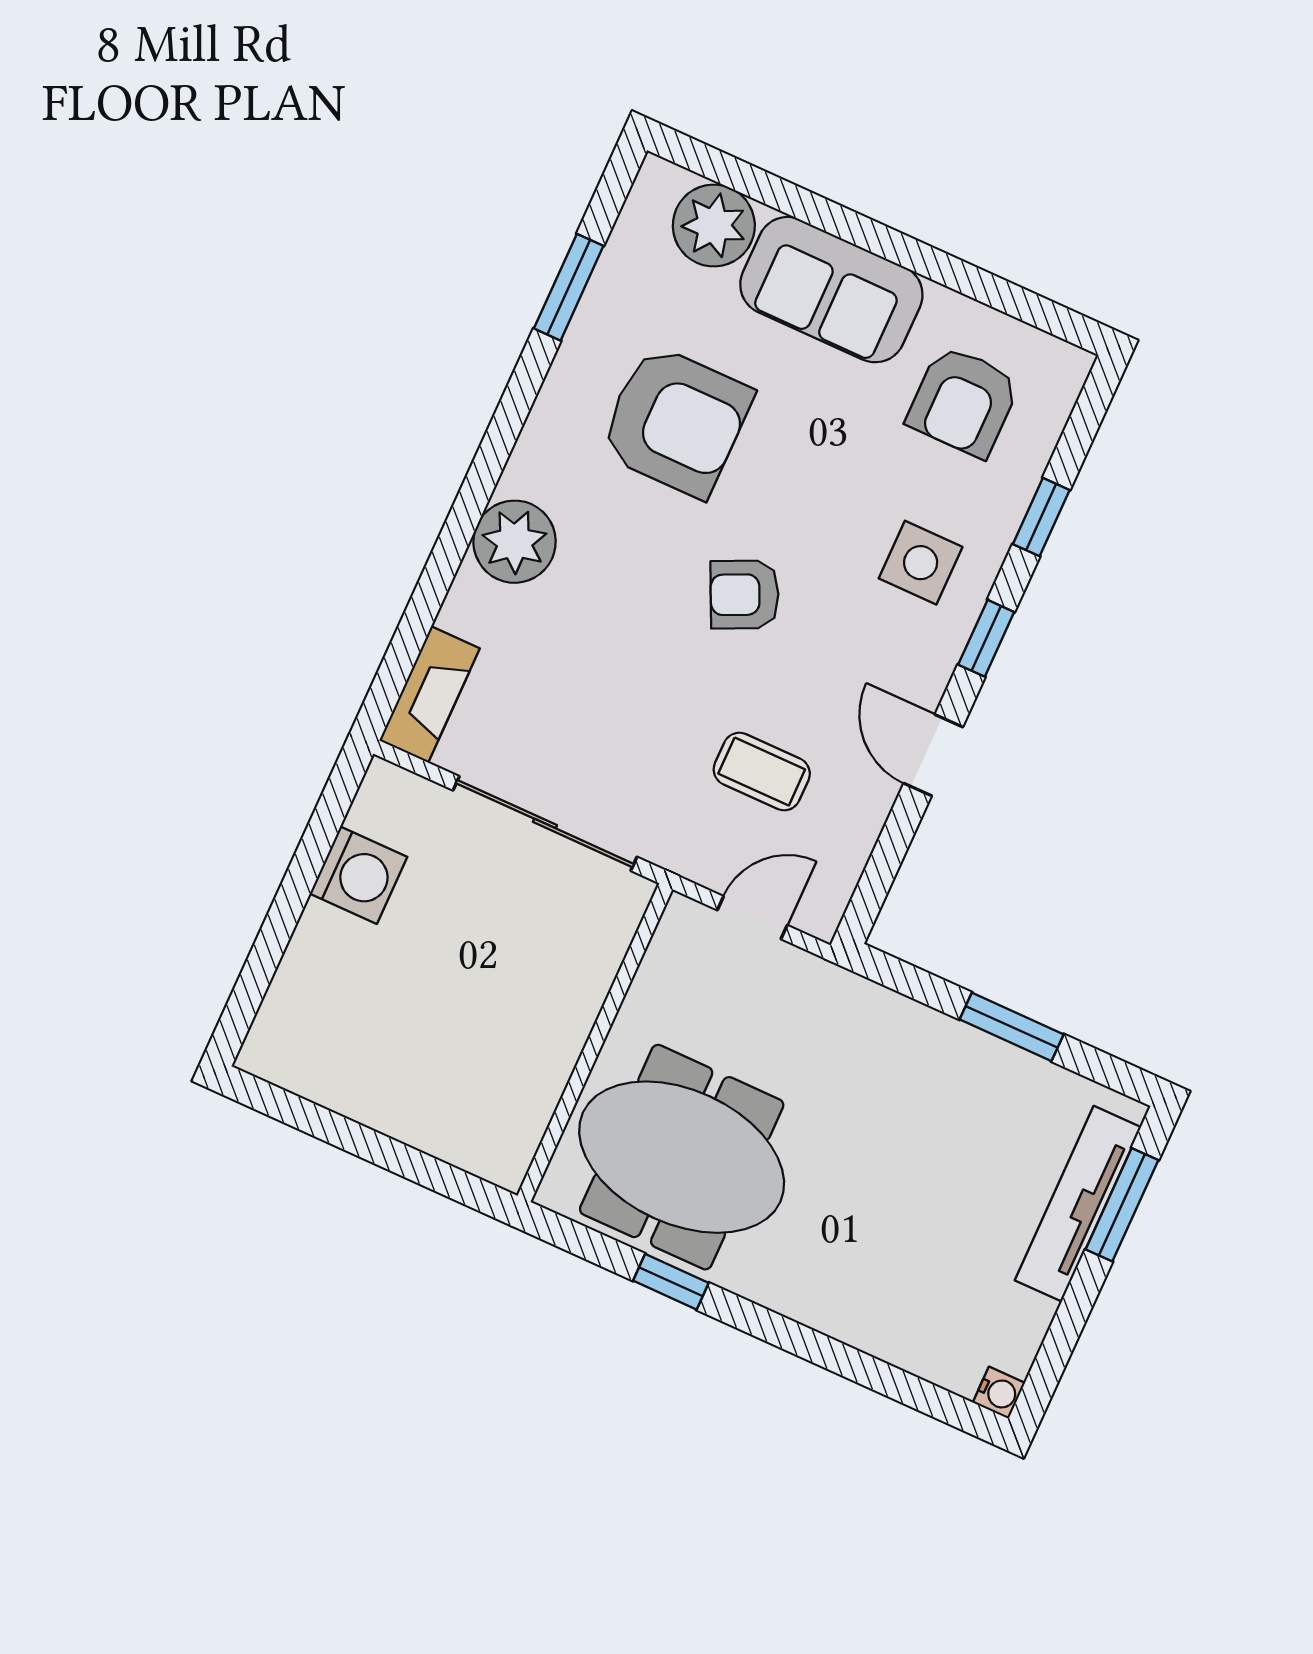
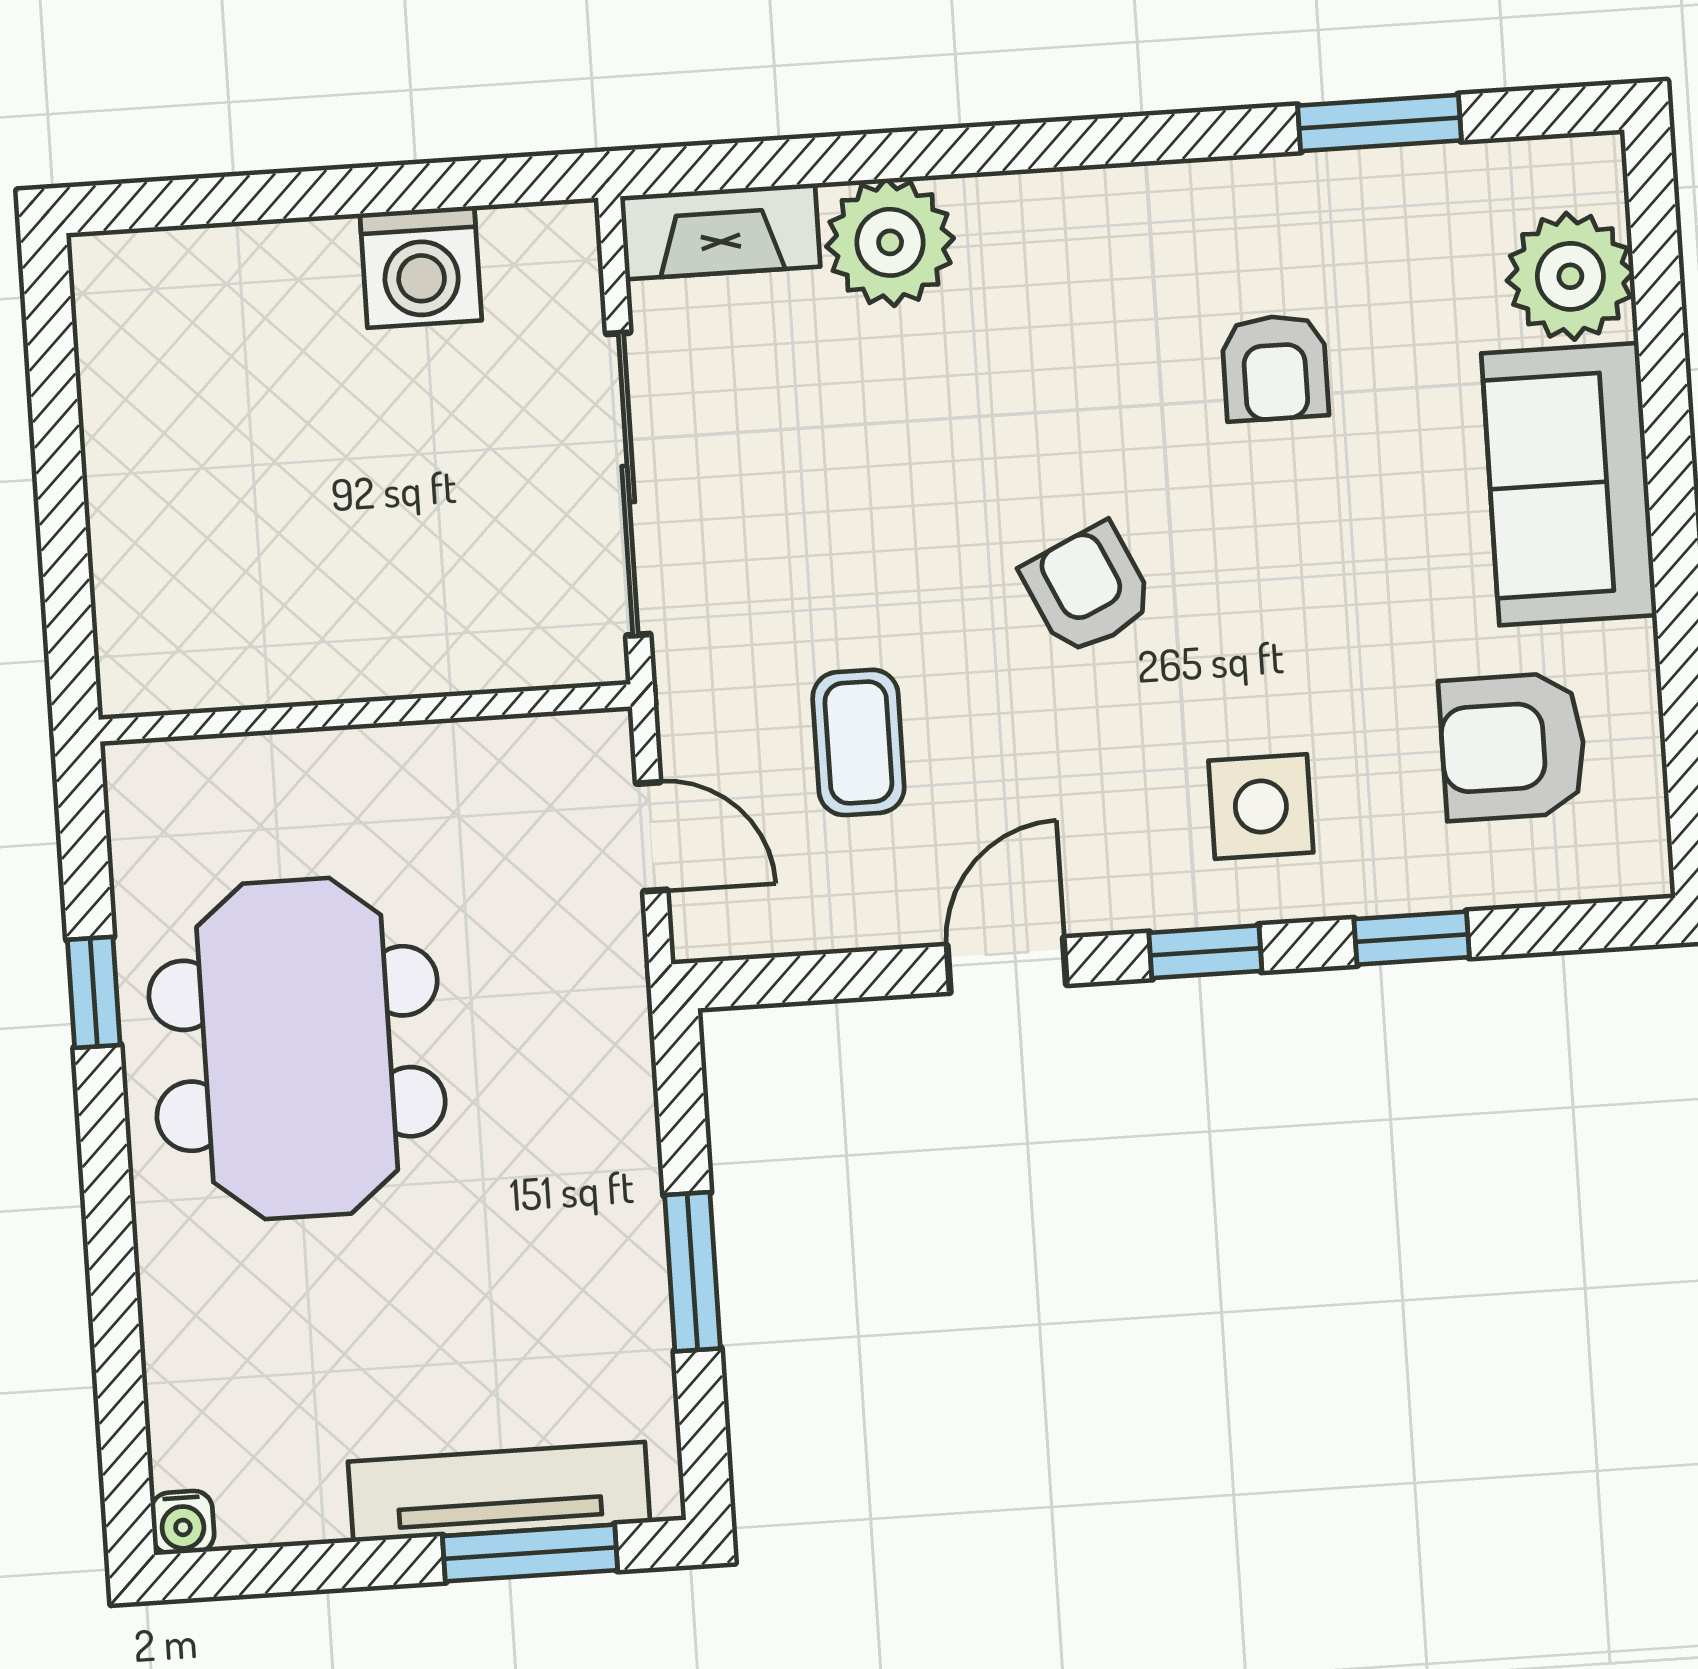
armchair: (676, 421) -> (1275, 368), width x0.53, depth x0.53
plant: (515, 542) -> (890, 242), moved
meeting table: (682, 1157) -> (297, 1049), moved

